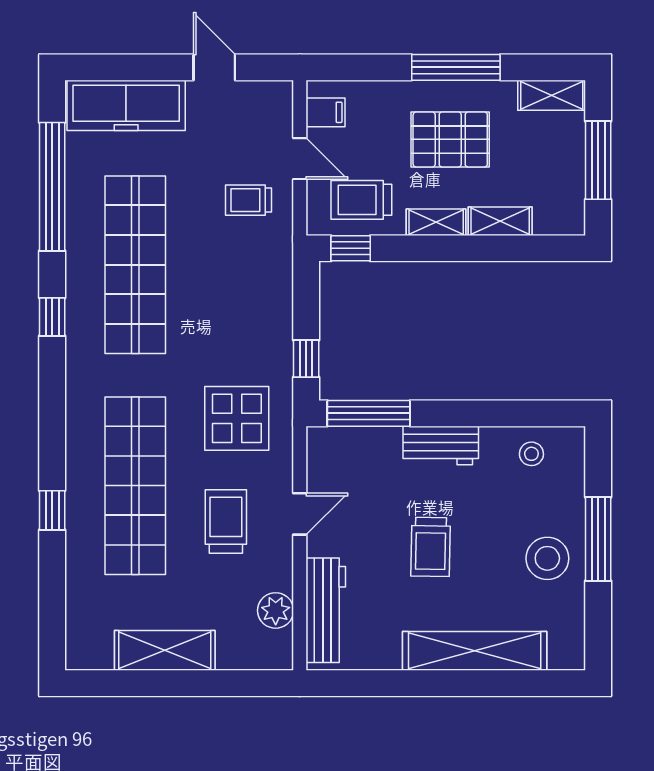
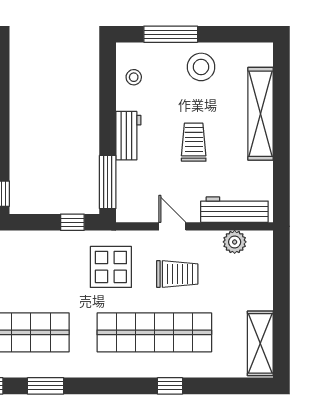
window: (52, 317) -> (46, 386), width x1.50
trolley: (226, 521) -> (177, 274), turned 180
window: (598, 539) -> (171, 34), moved
trolley: (431, 547) -> (194, 142), turned -91
shelving: (165, 650) -> (260, 343), moved

